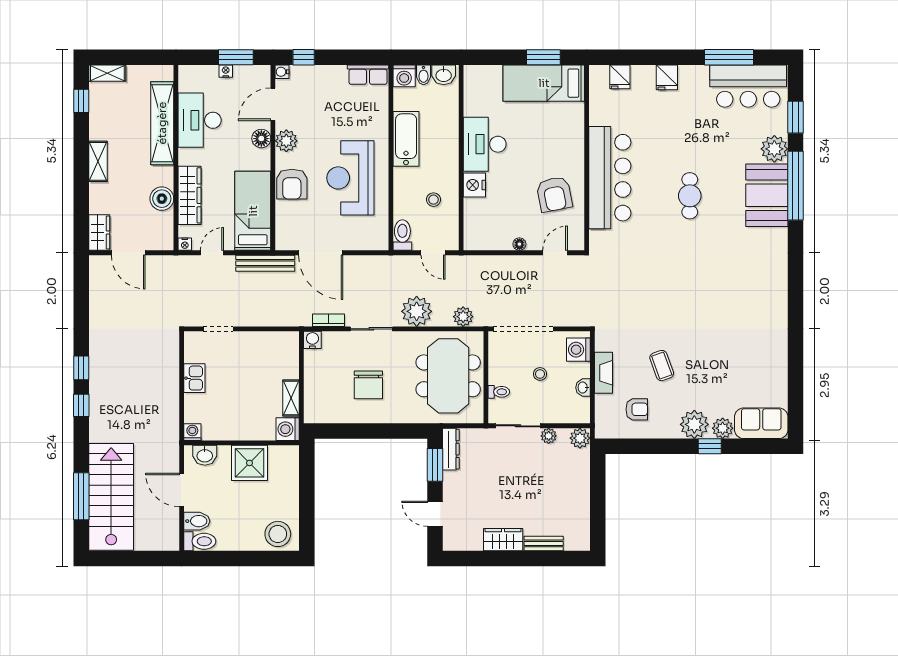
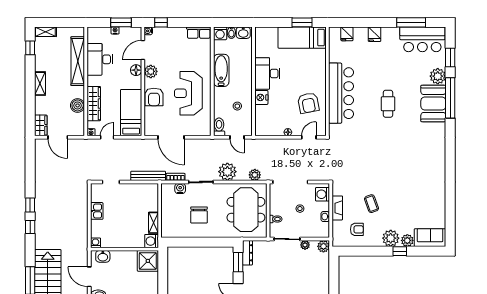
bench: (265, 263) -> (148, 176), moved
water cooler: (312, 340) -> (180, 188), moved
shower: (249, 463) -> (148, 261), moved

